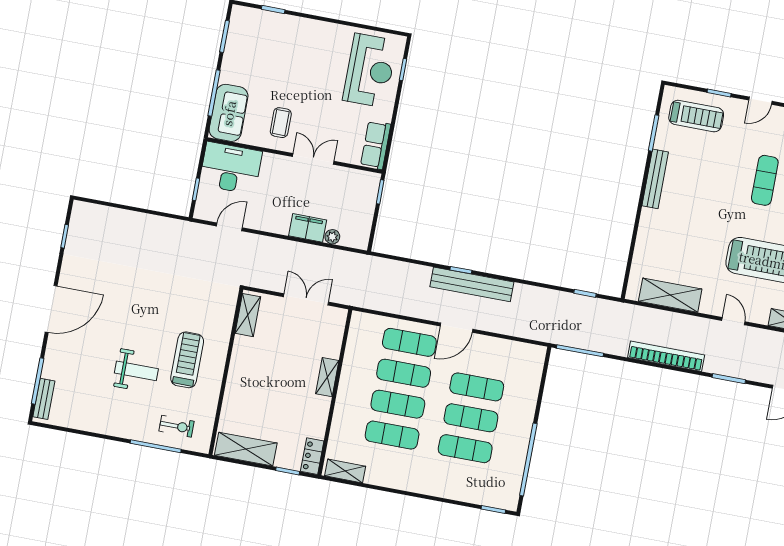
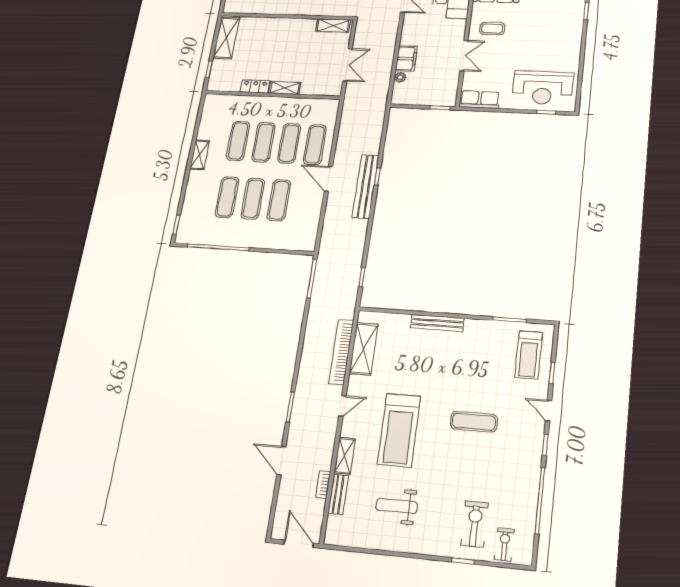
bench: (655, 179) -> (437, 323), moved
bookcase: (666, 356) -> (341, 352), moved, turned 180
locker: (312, 456) -> (255, 86), moved
shelving: (345, 471) -> (200, 155), moved

